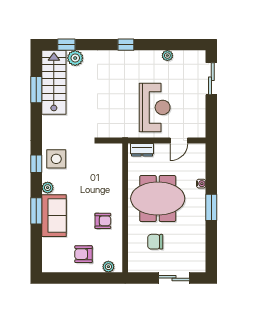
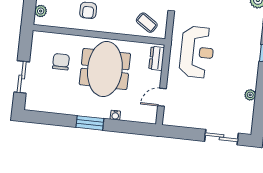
reception desk: (155, 107) -> (197, 52), moved, turned -90
door: (179, 140) -> (162, 97), hinge flipped
coffee table: (109, 163) -> (147, 23), added

